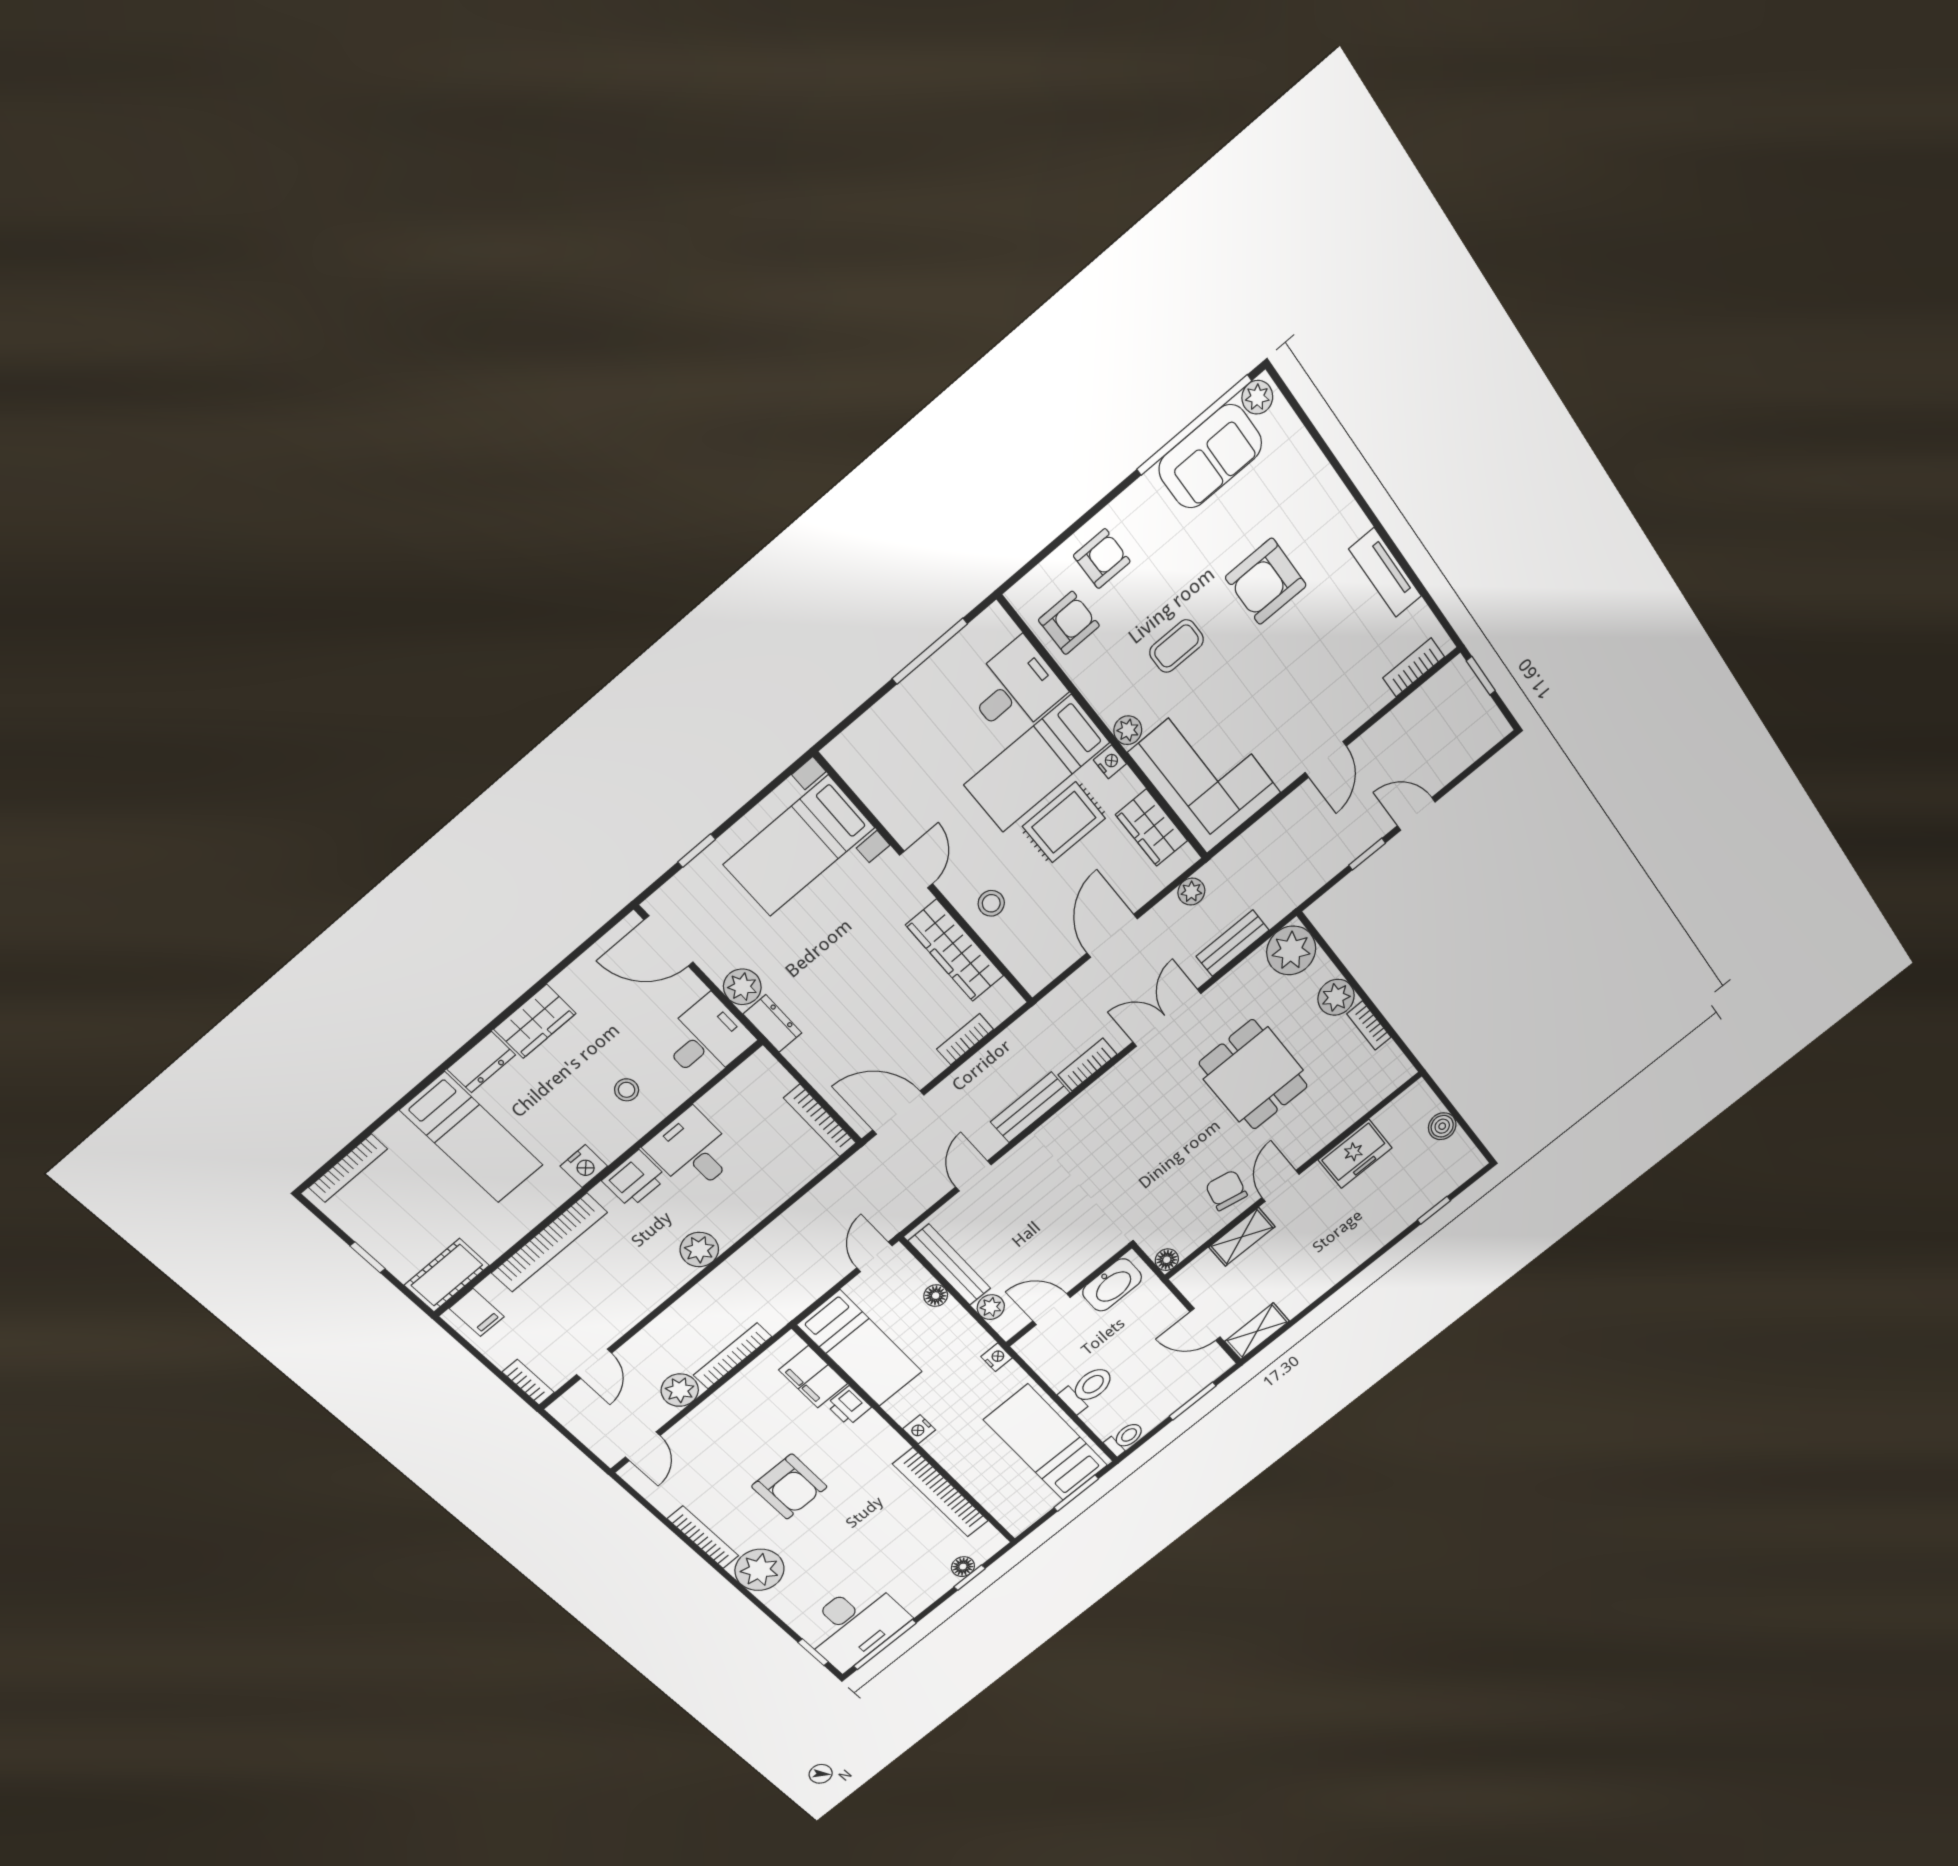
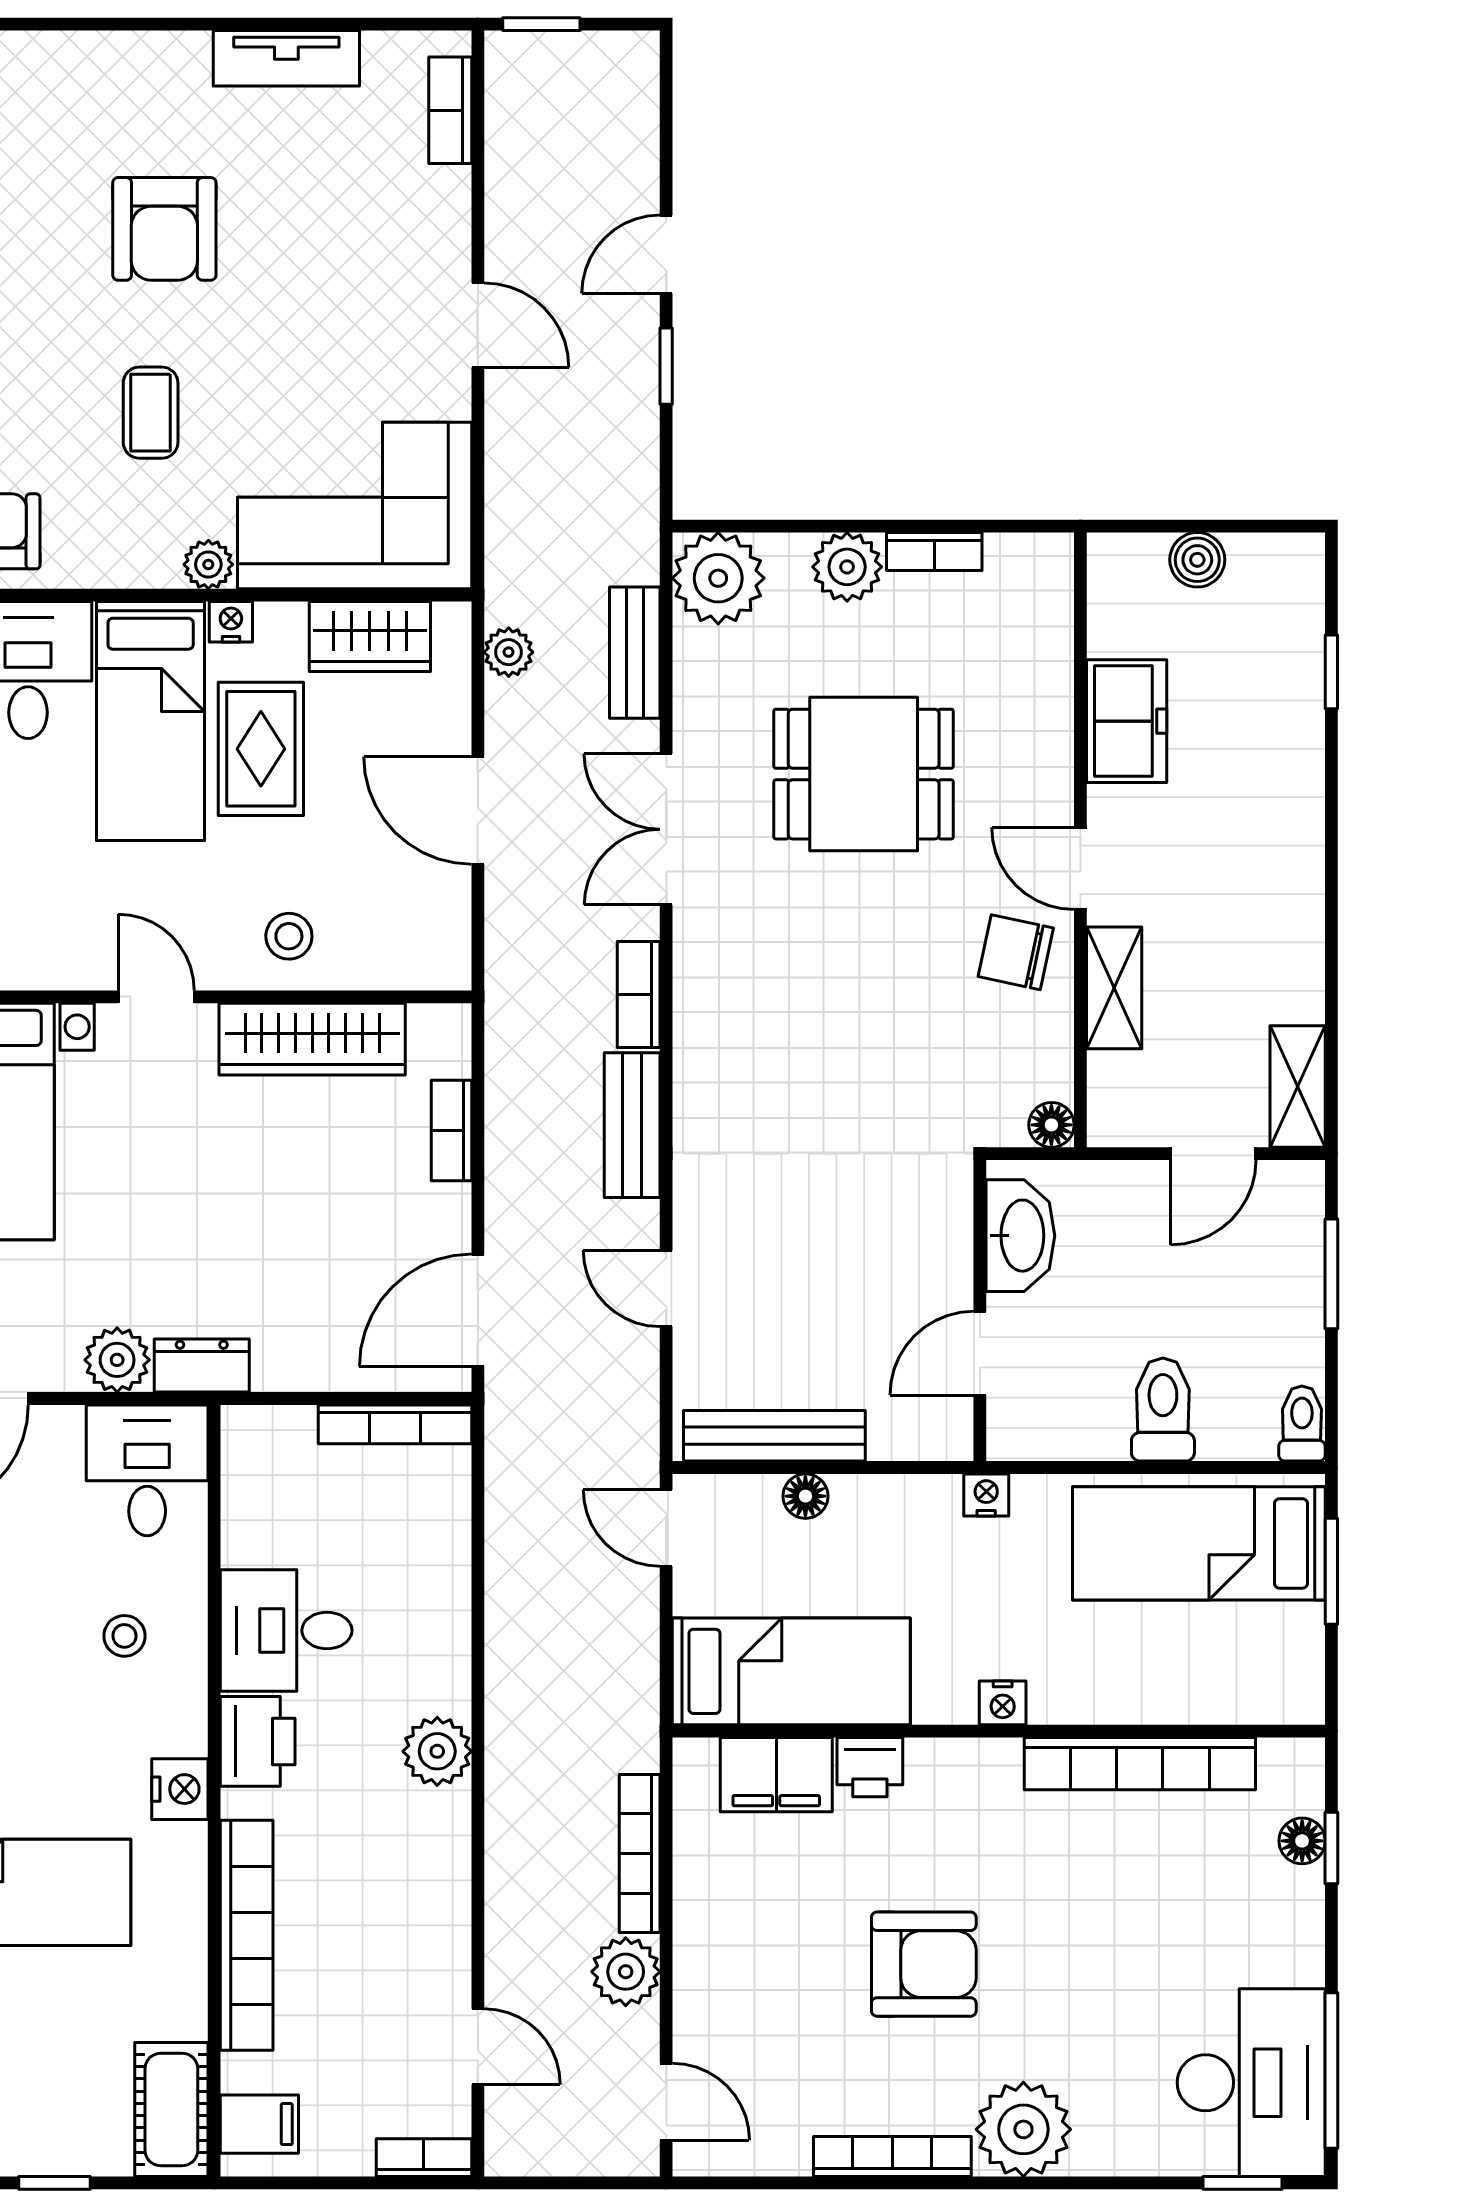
plant: (991, 1307) -> (896, 1435), removed

